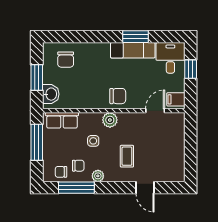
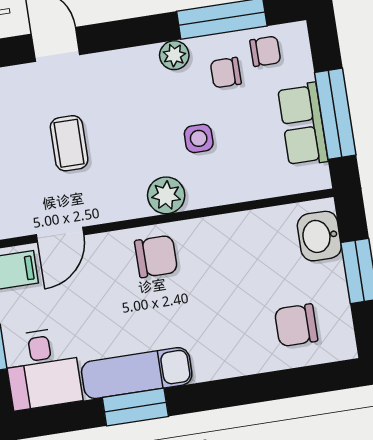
chair: (66, 60) -> (296, 325), turned -90
chair: (118, 96) -> (156, 256), turned 180
row of seats: (62, 120) -> (303, 125), moved, turned -90
coffee table: (127, 156) -> (69, 143), moved

